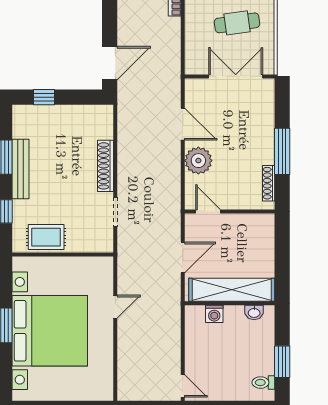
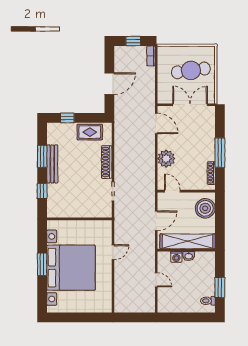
cafe table: (237, 23) -> (191, 70), width x1.37, depth x1.35
door: (110, 63) -> (109, 84), moved
door: (183, 124) -> (156, 123), moved
rug: (46, 237) -> (90, 132), moved
boiler: (259, 238) -> (205, 208), added
washbasin: (254, 313) -> (189, 256), moved
door: (183, 386) -> (156, 280), moved

